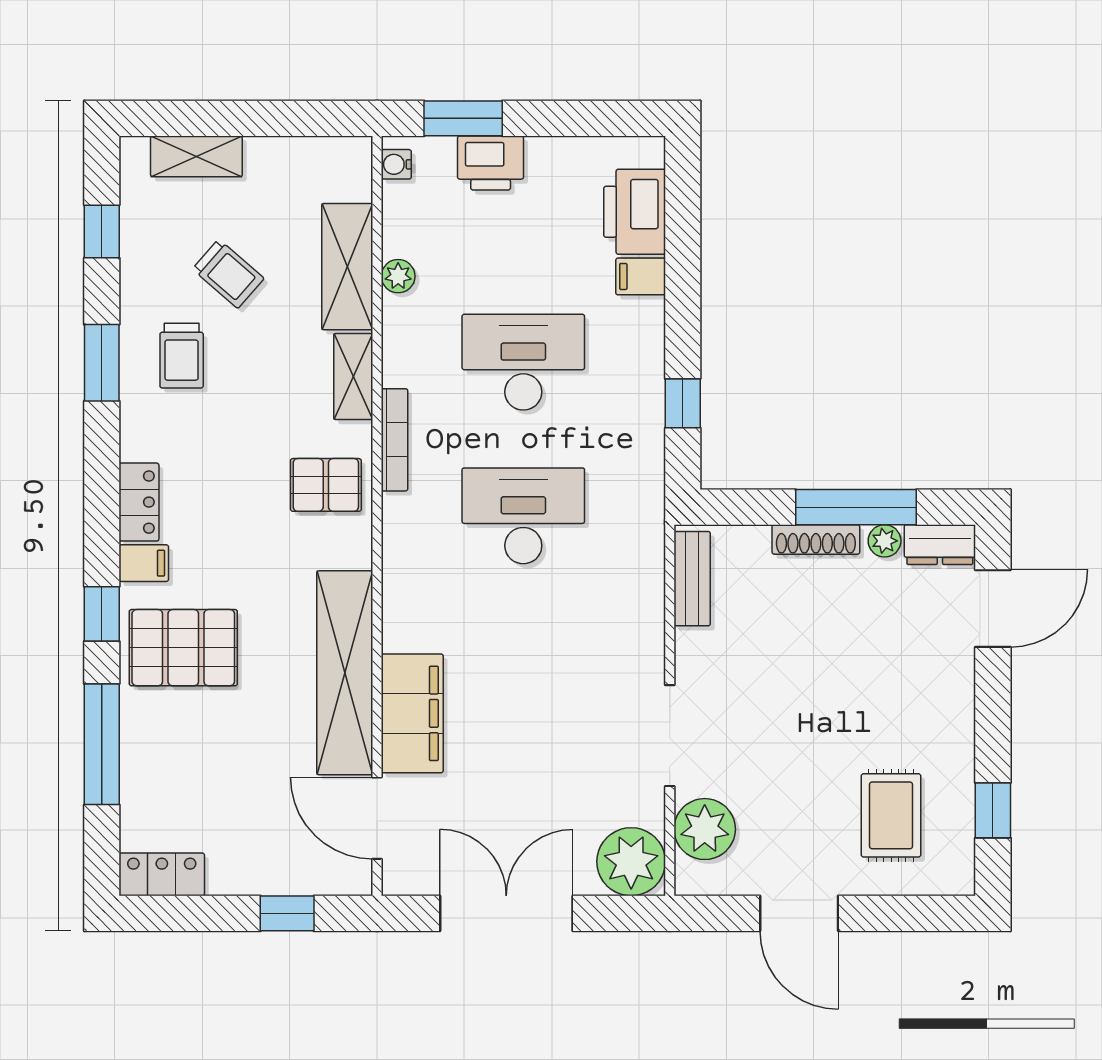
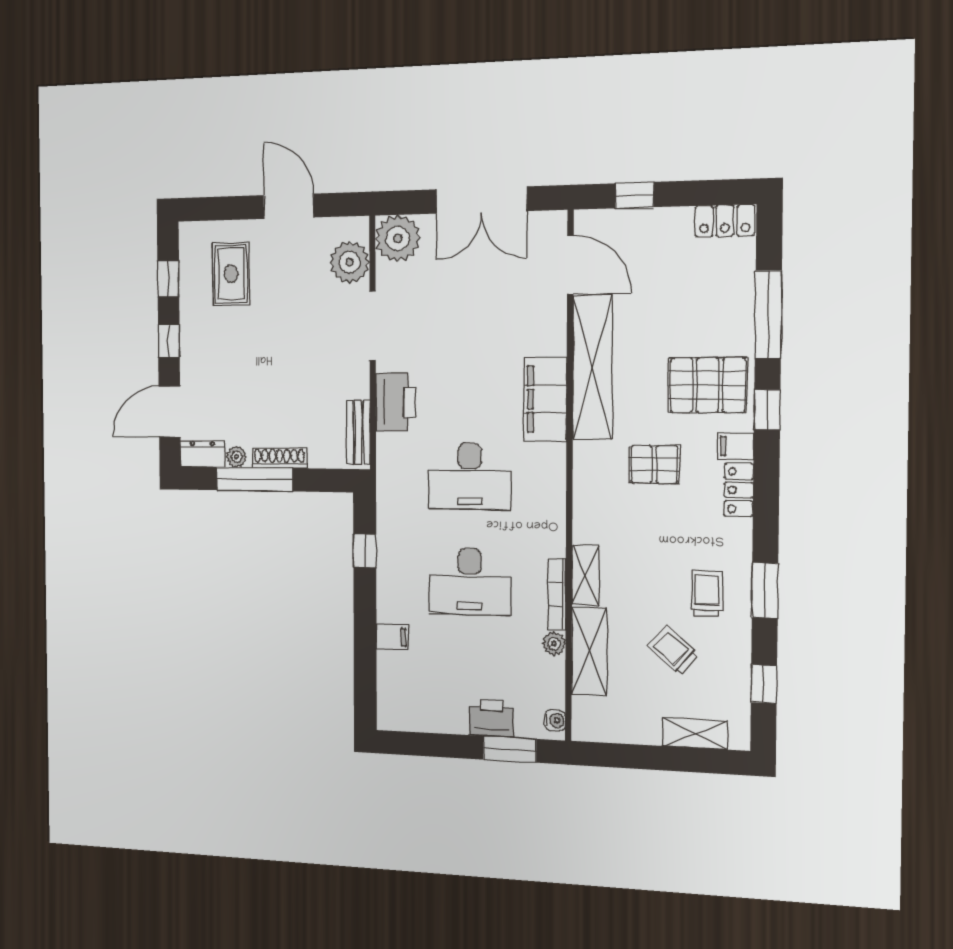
printer: (635, 212) -> (396, 402), moved
bookcase: (394, 440) -> (557, 594), moved
pallet: (326, 485) -> (654, 464), moved
filing cabinet: (412, 713) -> (545, 399), moved
window: (993, 716) -> (169, 341), added

